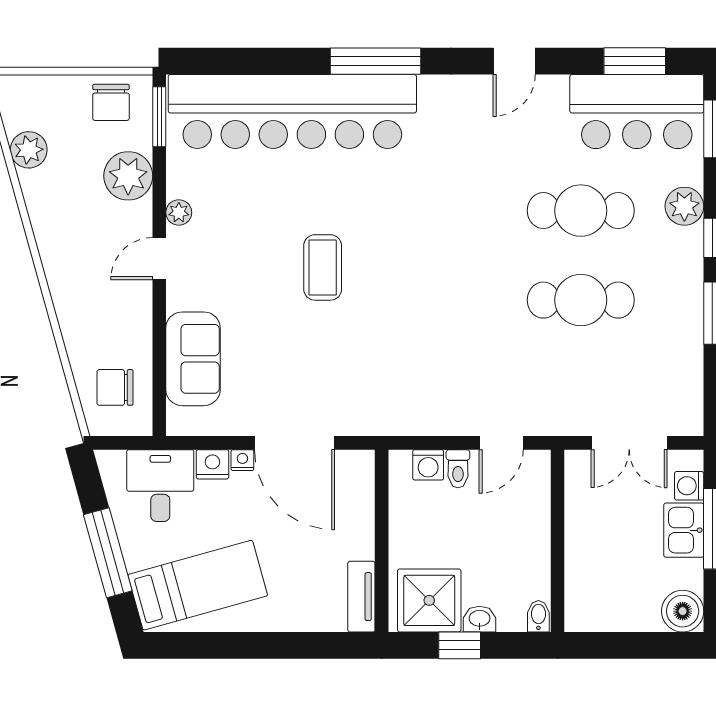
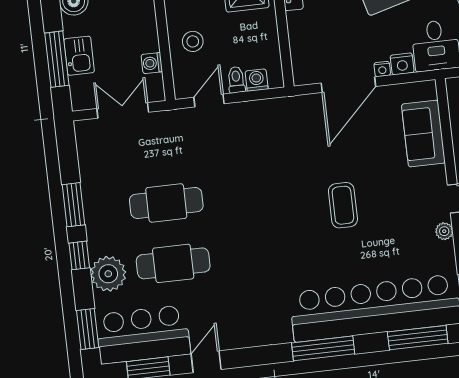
window: (235, 61) -> (418, 338), added
door: (514, 61) -> (206, 362), moved
plant: (684, 206) -> (108, 274), width x1.36, depth x1.36
door: (295, 443) -> (348, 85), swing flipped
washing machine: (689, 486) -> (152, 63), moved, turned 180
stool: (515, 532) -> (193, 41), added

